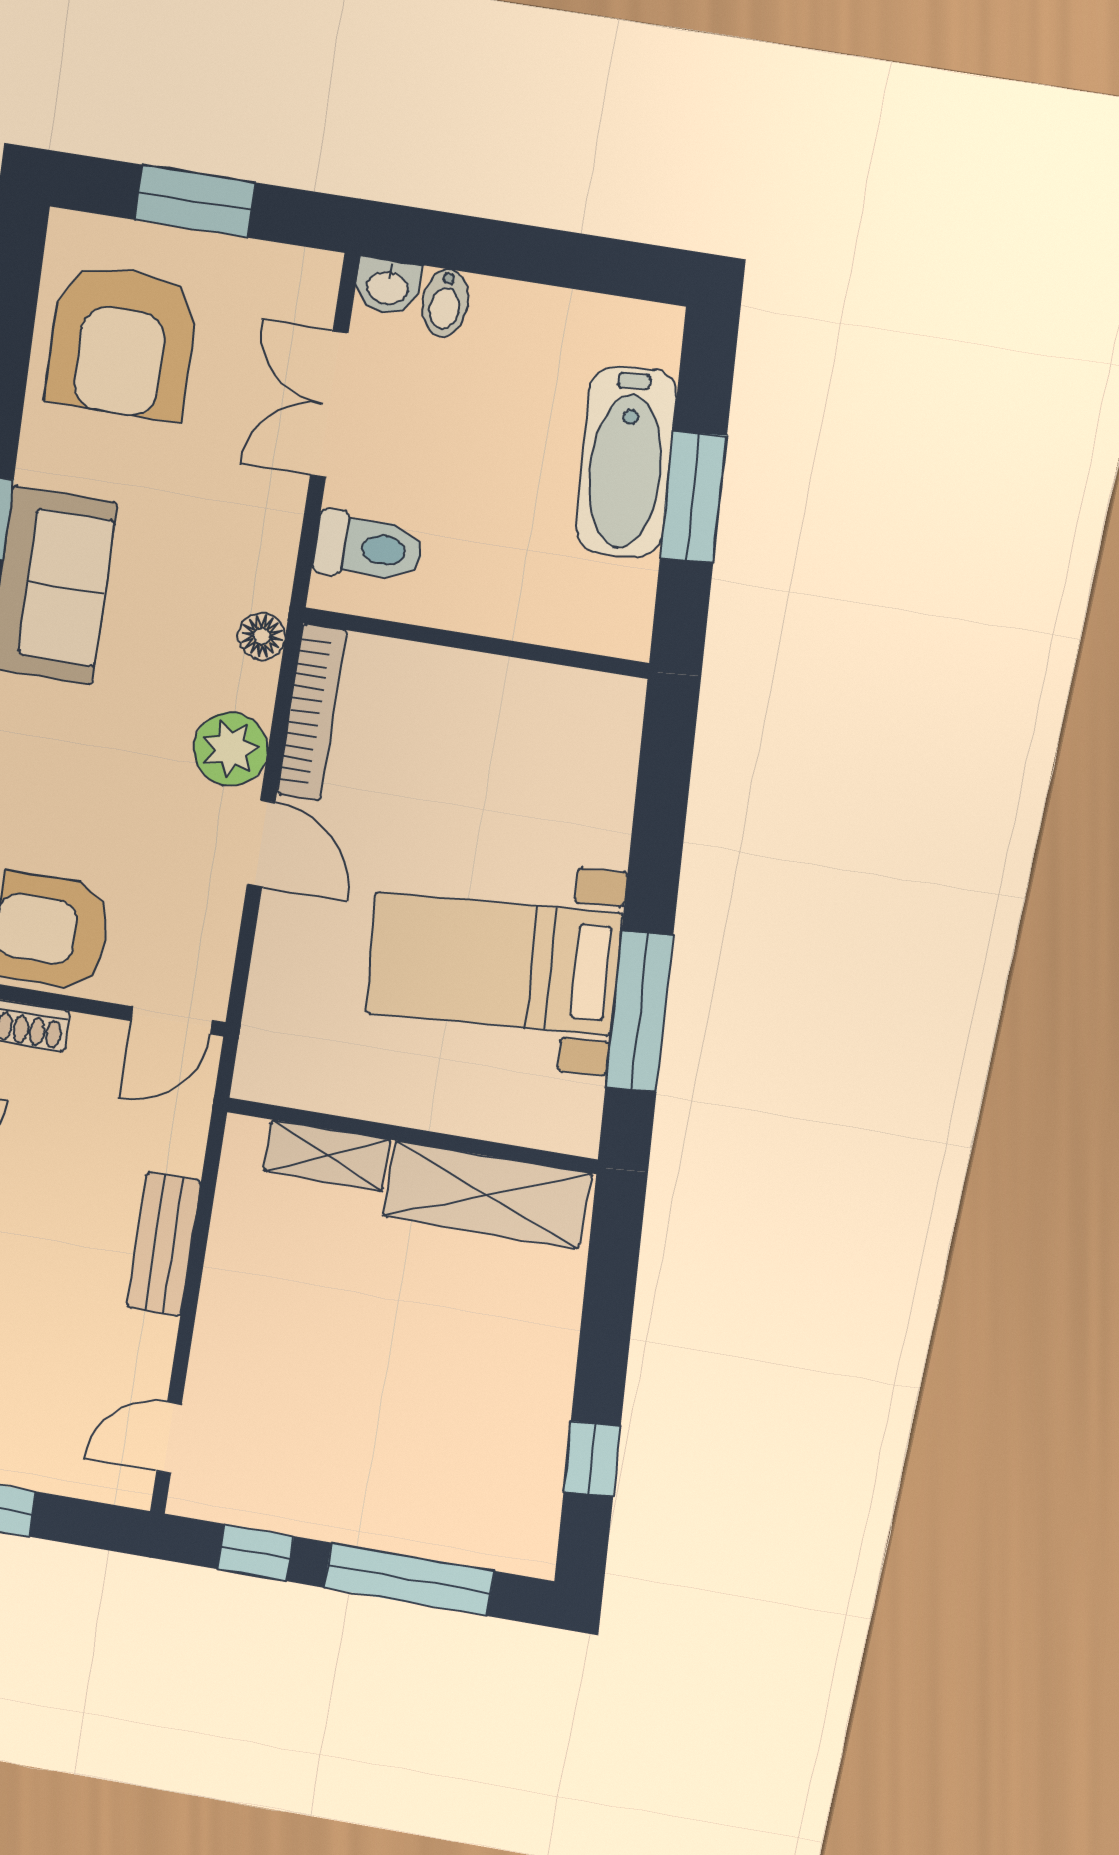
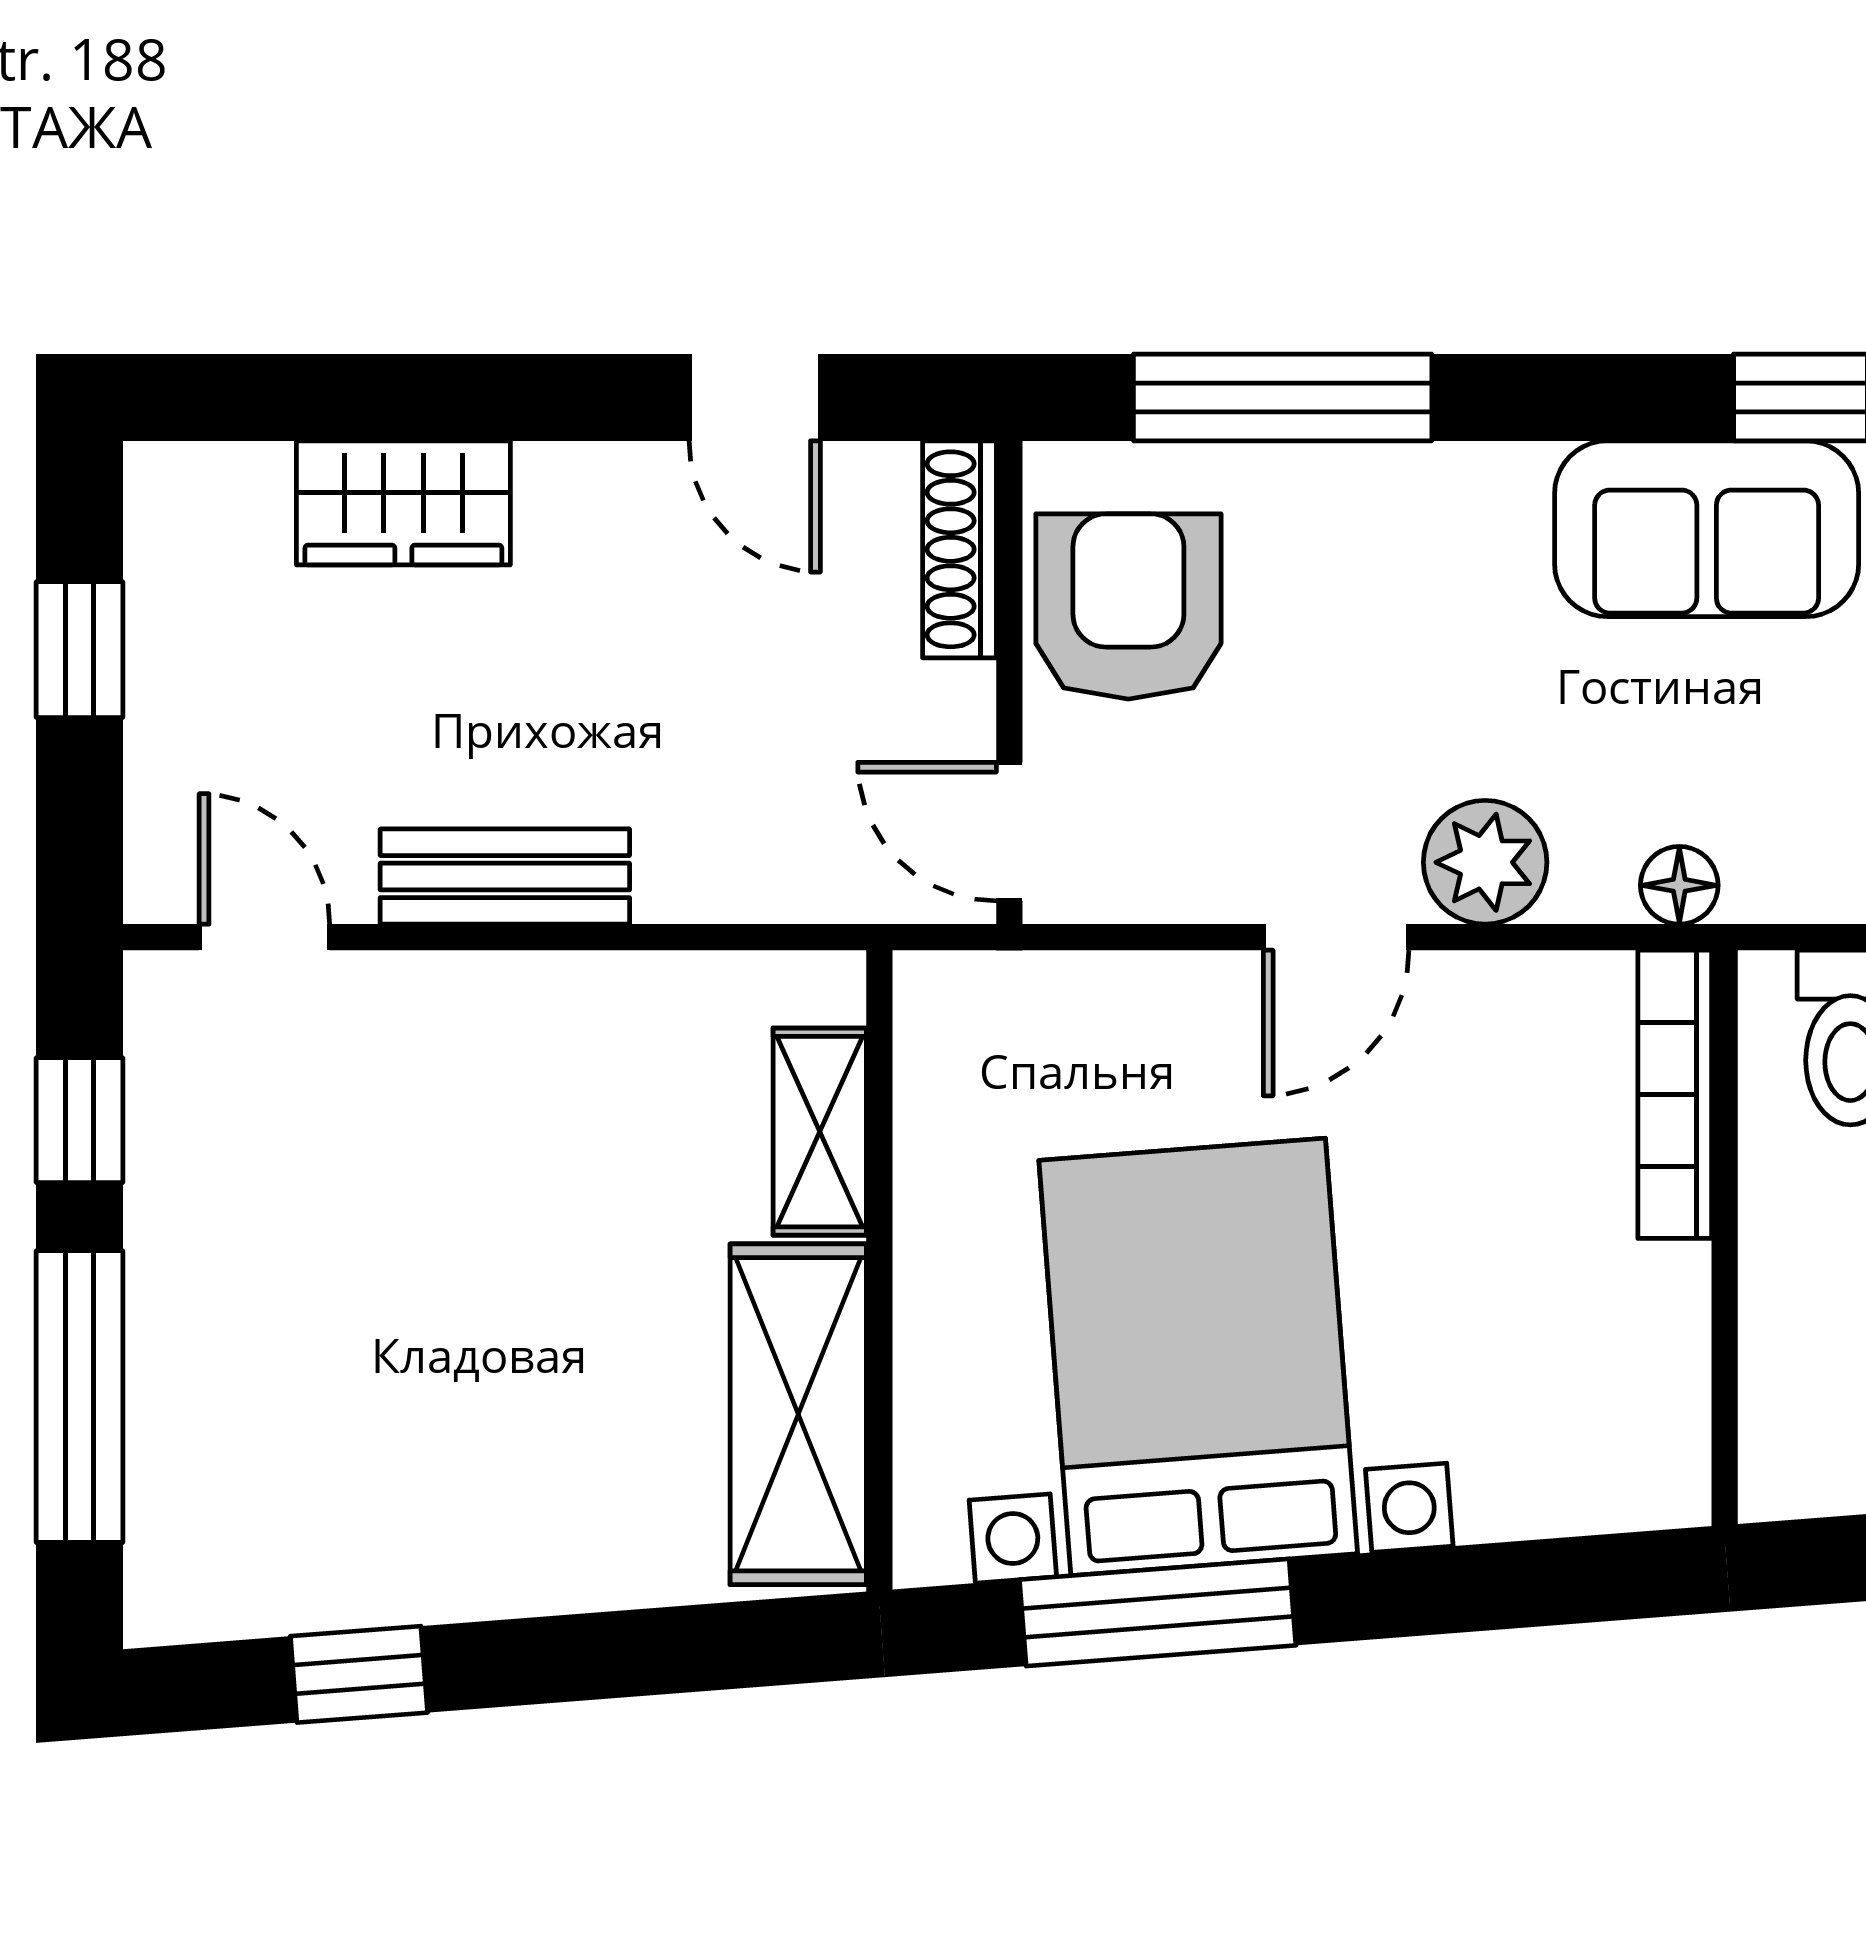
bookcase: (312, 713) -> (1675, 1094), moved, turned 90
bed with nightstands: (494, 964) -> (1198, 1357), width x1.36
bench: (164, 1244) -> (505, 877), moved

